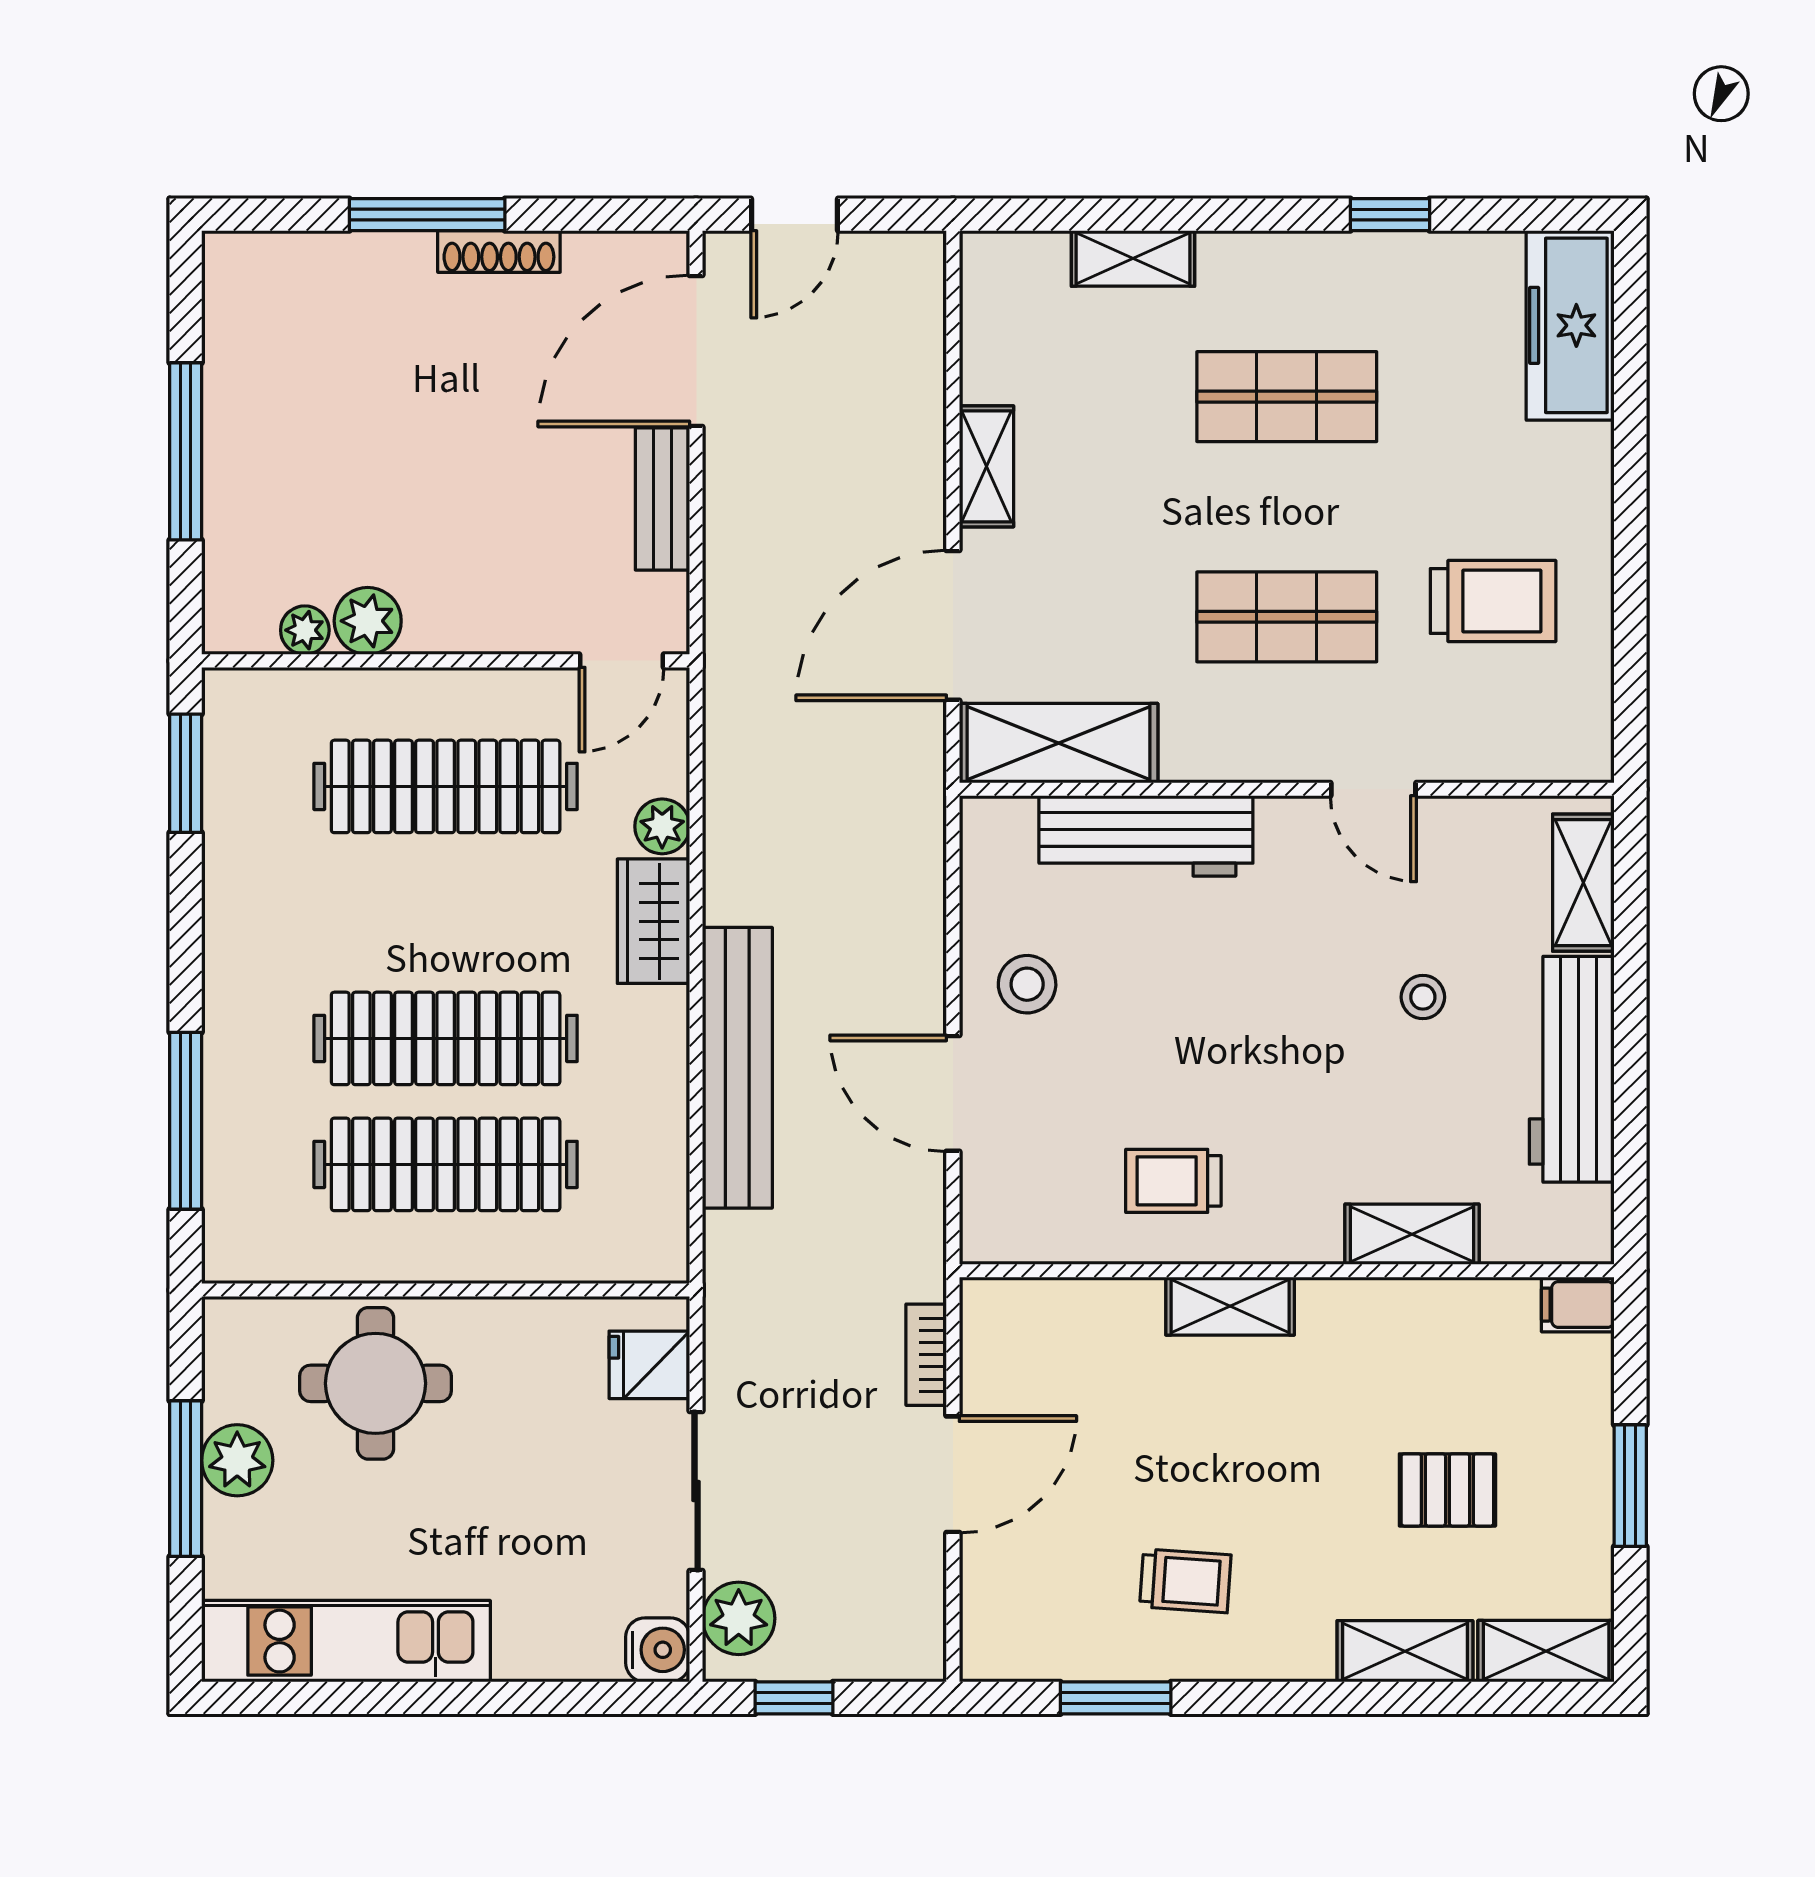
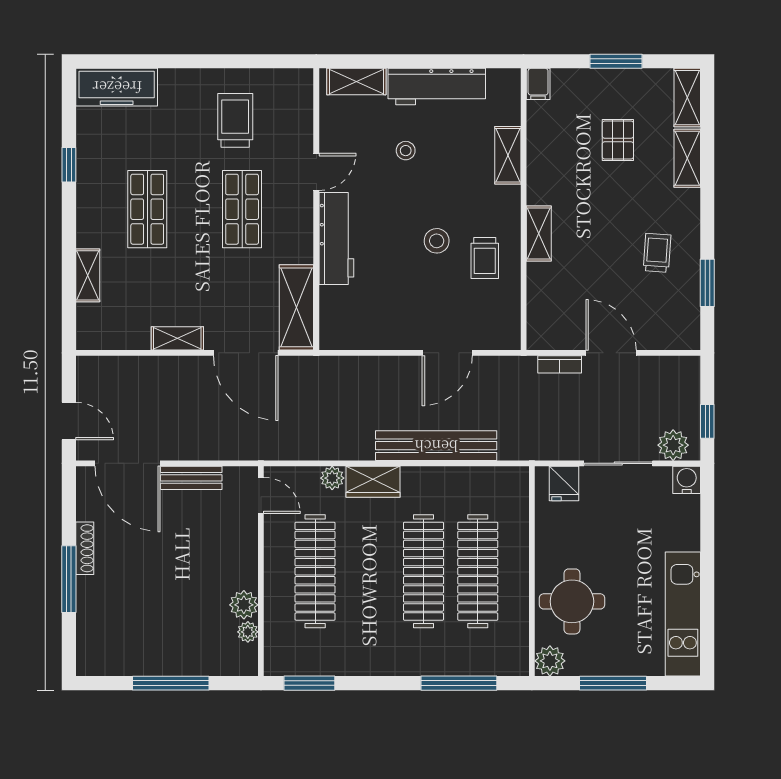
workbench: (1146, 836) -> (336, 238), moved
stool: (1027, 984) -> (437, 241), moved
plant: (237, 1460) -> (550, 661), moved

